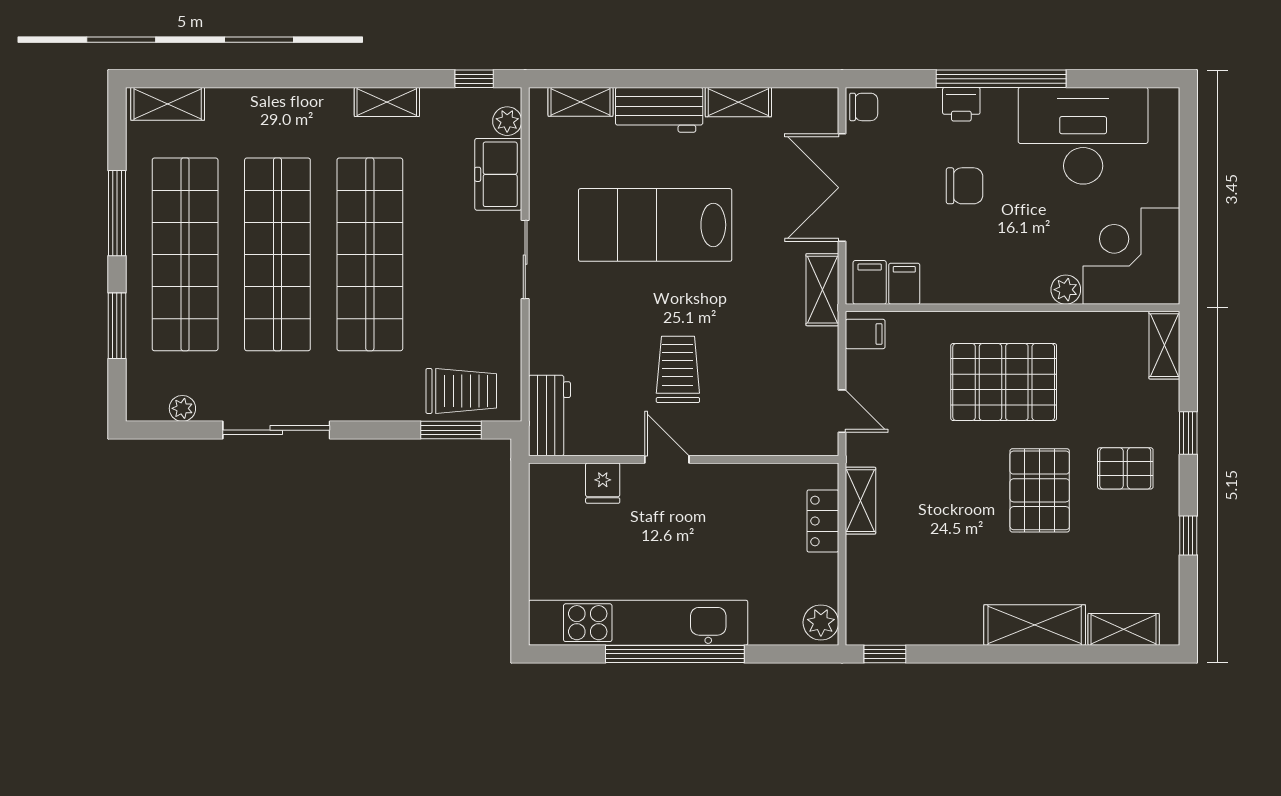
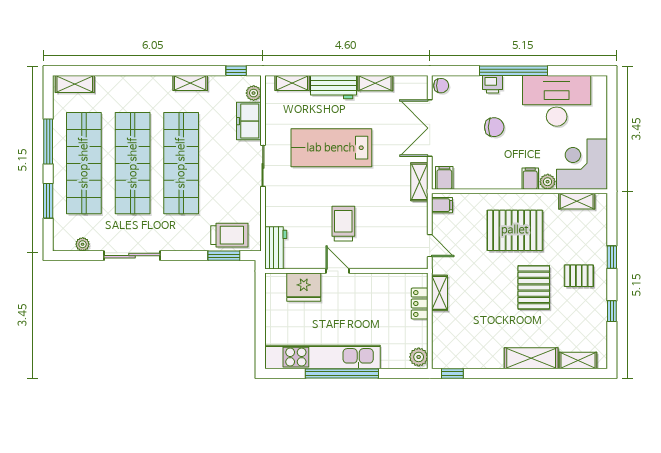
filing cabinet: (904, 284) -> (530, 179), moved
shelving: (1164, 345) -> (577, 201), moved, turned 90
fridge: (603, 483) -> (304, 287), width x1.88, depth x1.34

